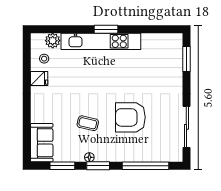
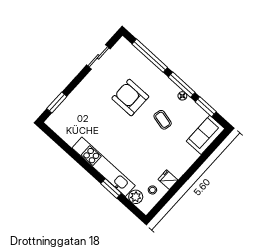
window: (106, 29) -> (111, 188), moved
armchair: (130, 117) -> (130, 98), turned 180
sliding door: (186, 127) -> (98, 57), width x0.73
window: (98, 166) -> (182, 85), width x1.44

